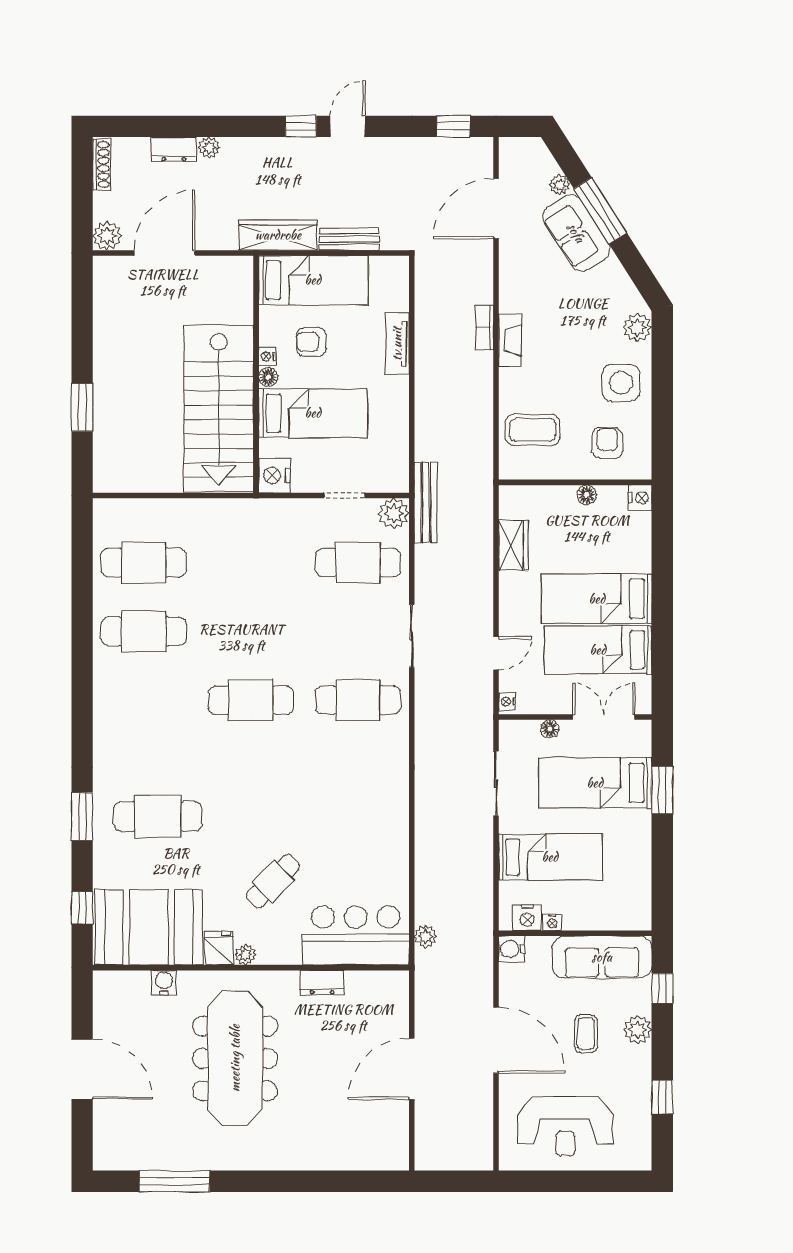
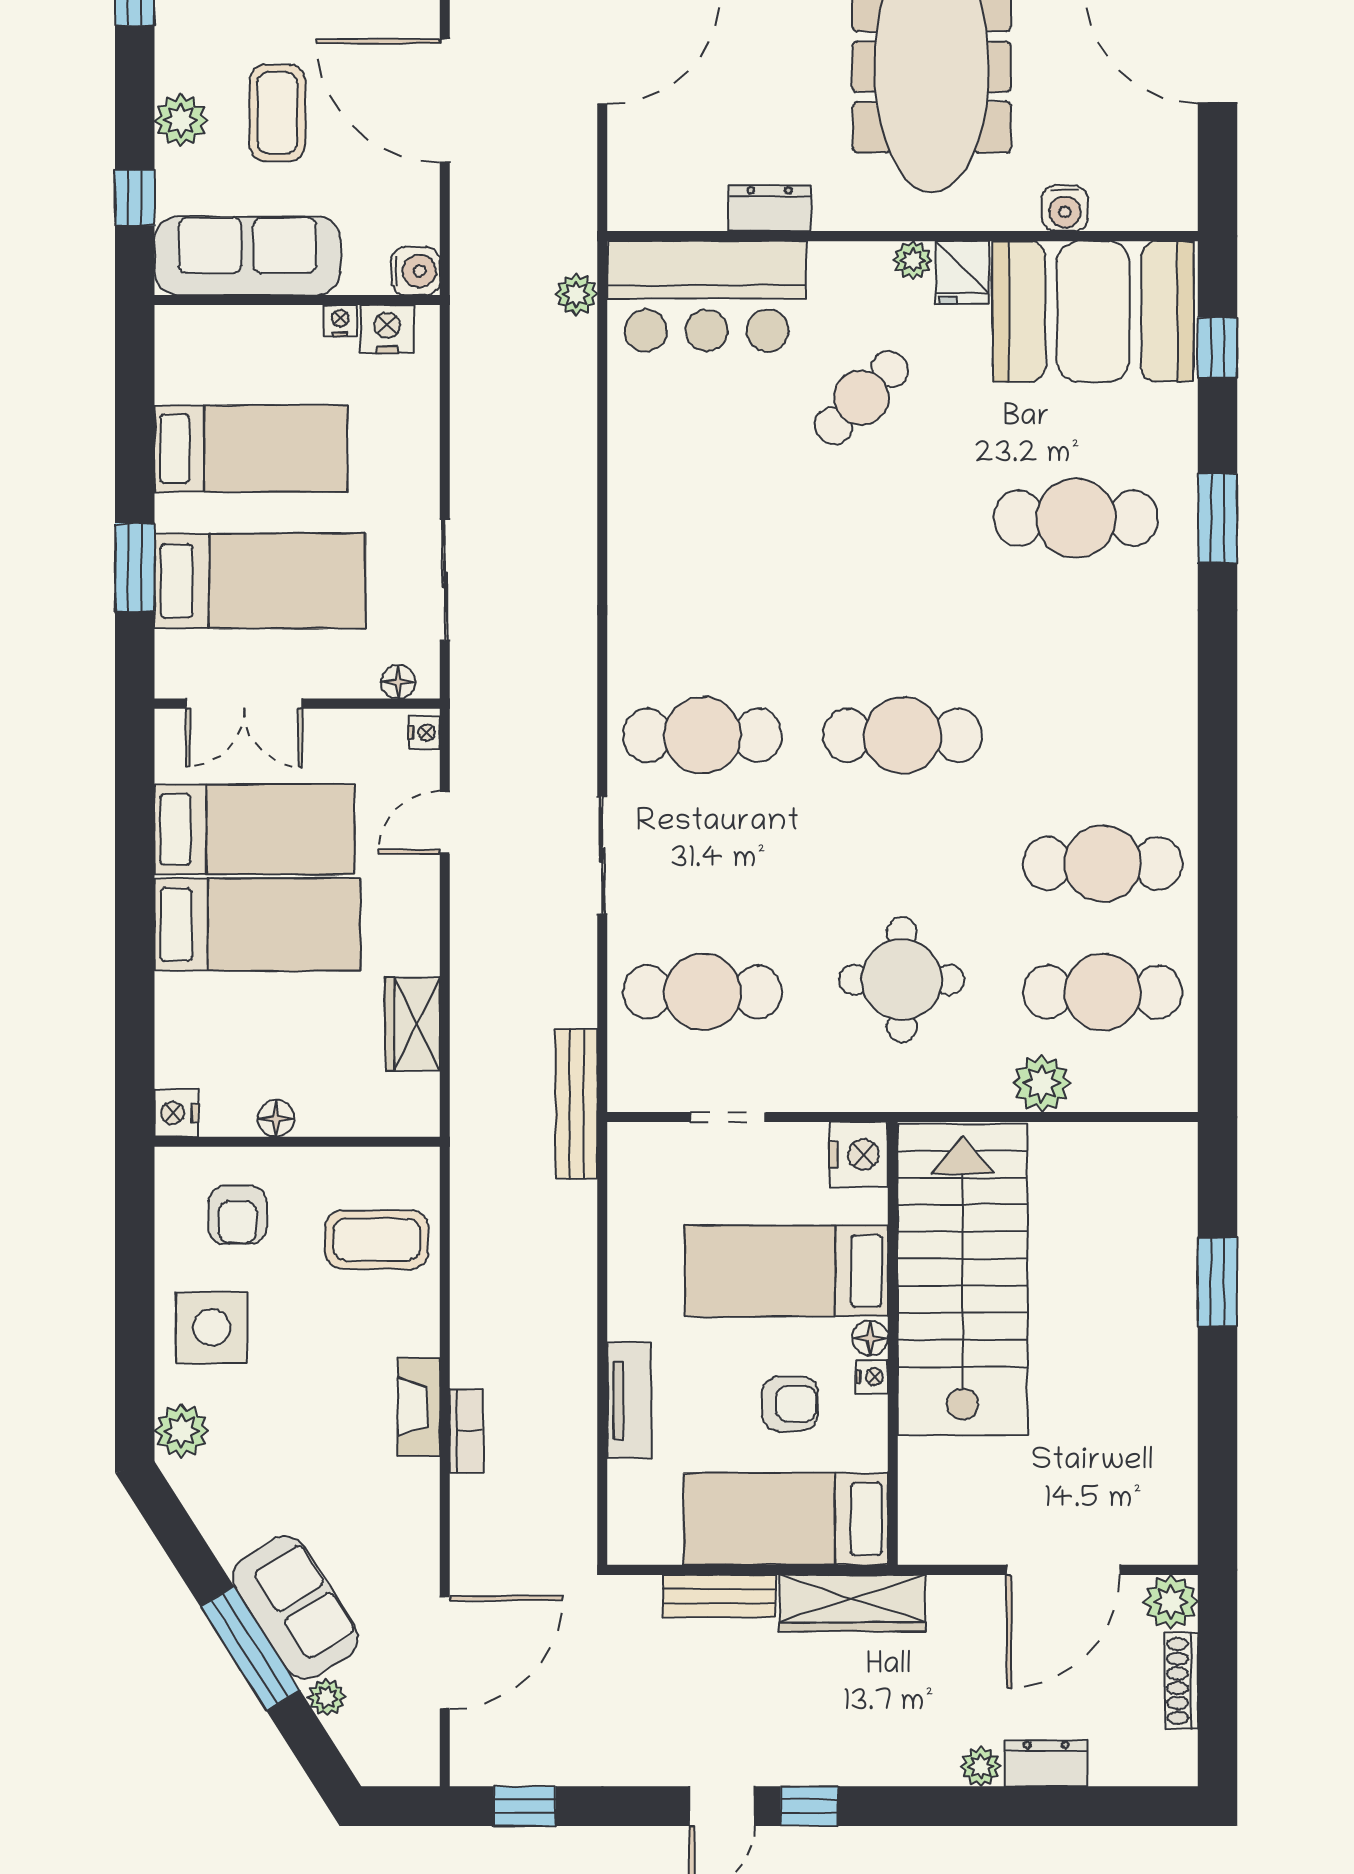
shoe rack: (101, 164) -> (1182, 1681), moved
plant: (394, 514) -> (1042, 1083), moved
round table: (251, 569) -> (902, 980), added
floor lamp: (550, 729) -> (398, 682), moved
bed: (550, 857) -> (251, 449), moved, turned 180
coffee table: (586, 1034) -> (277, 113), width x1.36, depth x1.30

